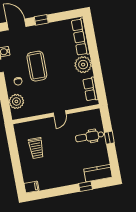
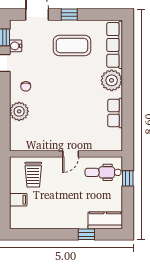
coffee table: (37, 66) -> (72, 45), moved, turned 90
door: (60, 113) -> (71, 154), moved
wall: (56, 114) -> (66, 154), moved
filing cabinet: (31, 187) -> (18, 200), moved

